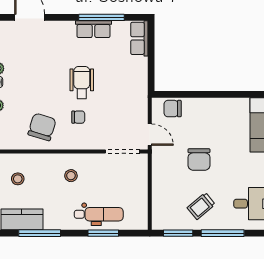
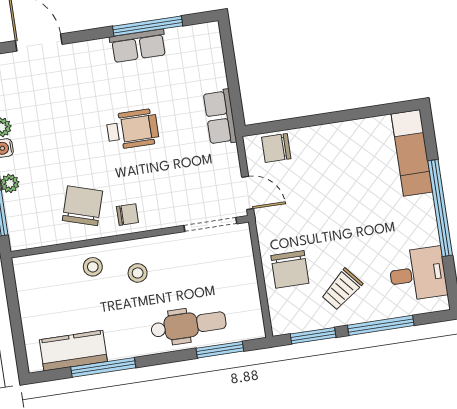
row of seats: (139, 38) -> (220, 117), moved
wheelchair: (82, 82) -> (133, 129), turned 90
chair: (78, 117) -> (127, 215), moved
chair: (199, 159) -> (290, 269), moved
stool: (18, 179) -> (93, 267), moved
window: (103, 233) -> (220, 350), moved

